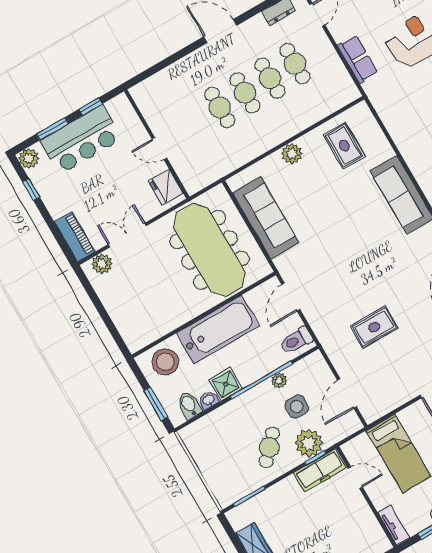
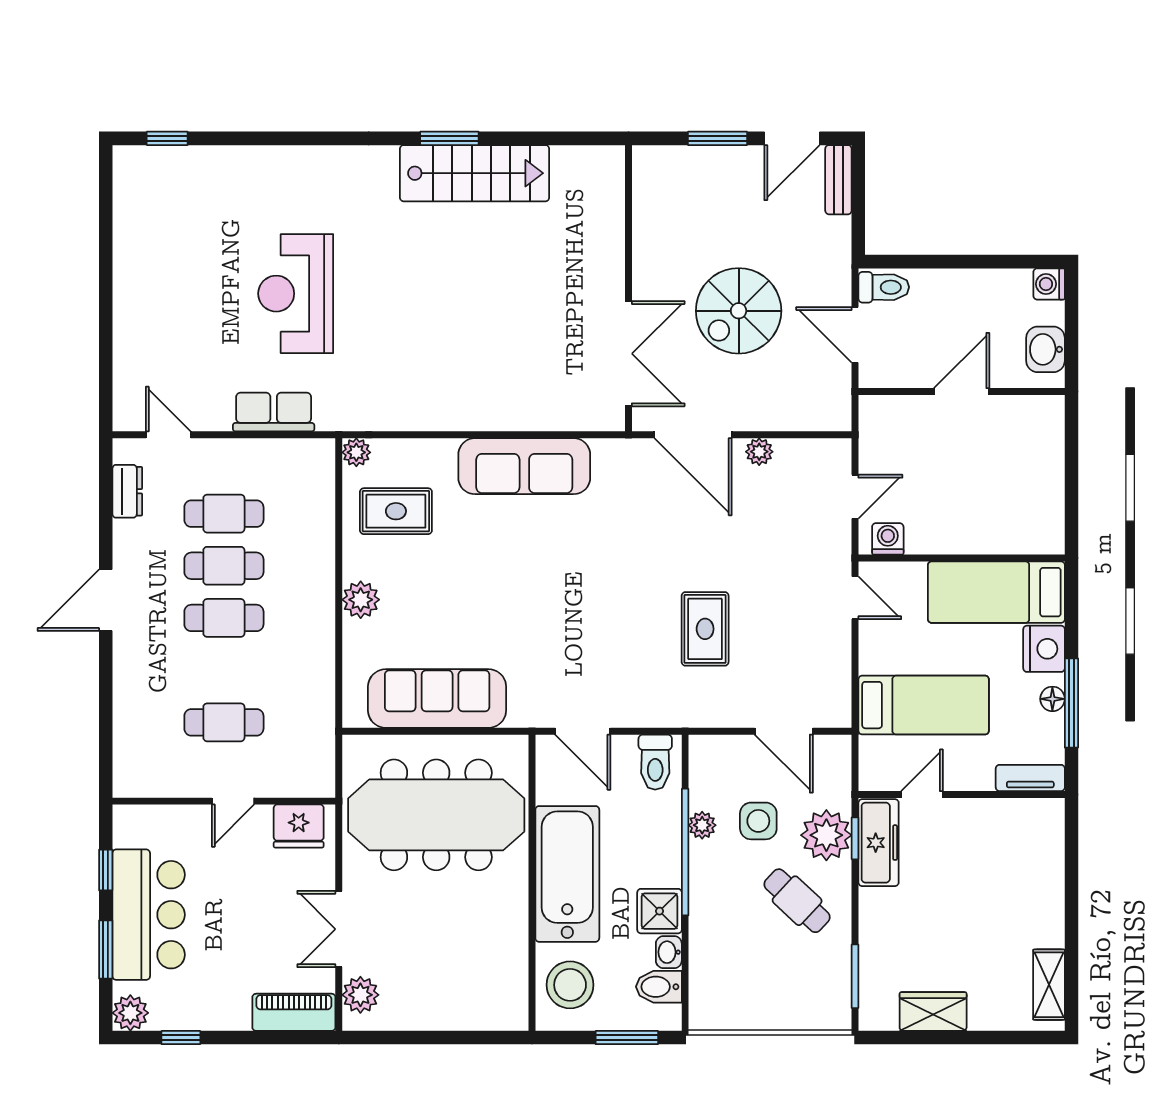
cafe table: (220, 107) -> (224, 722), moved
plant: (361, 110) -> (356, 452), added

